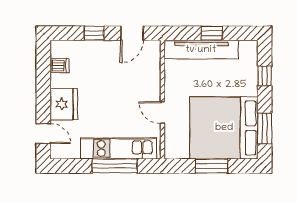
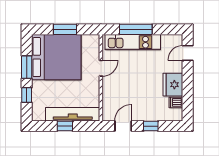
fridge: (64, 104) -> (173, 85), moved
door: (162, 113) -> (101, 68), hinge flipped
window: (265, 128) -> (27, 67), moved
door: (43, 134) -> (188, 53), hinge flipped

